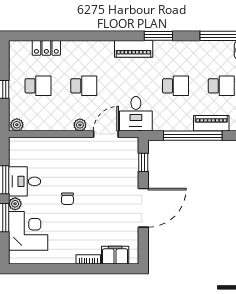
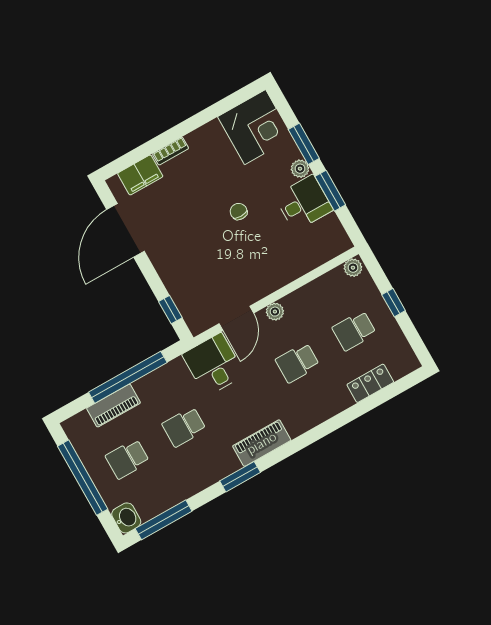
door: (143, 208) -> (126, 230), moved
corner desk: (28, 231) -> (255, 127), moved, turned -90

